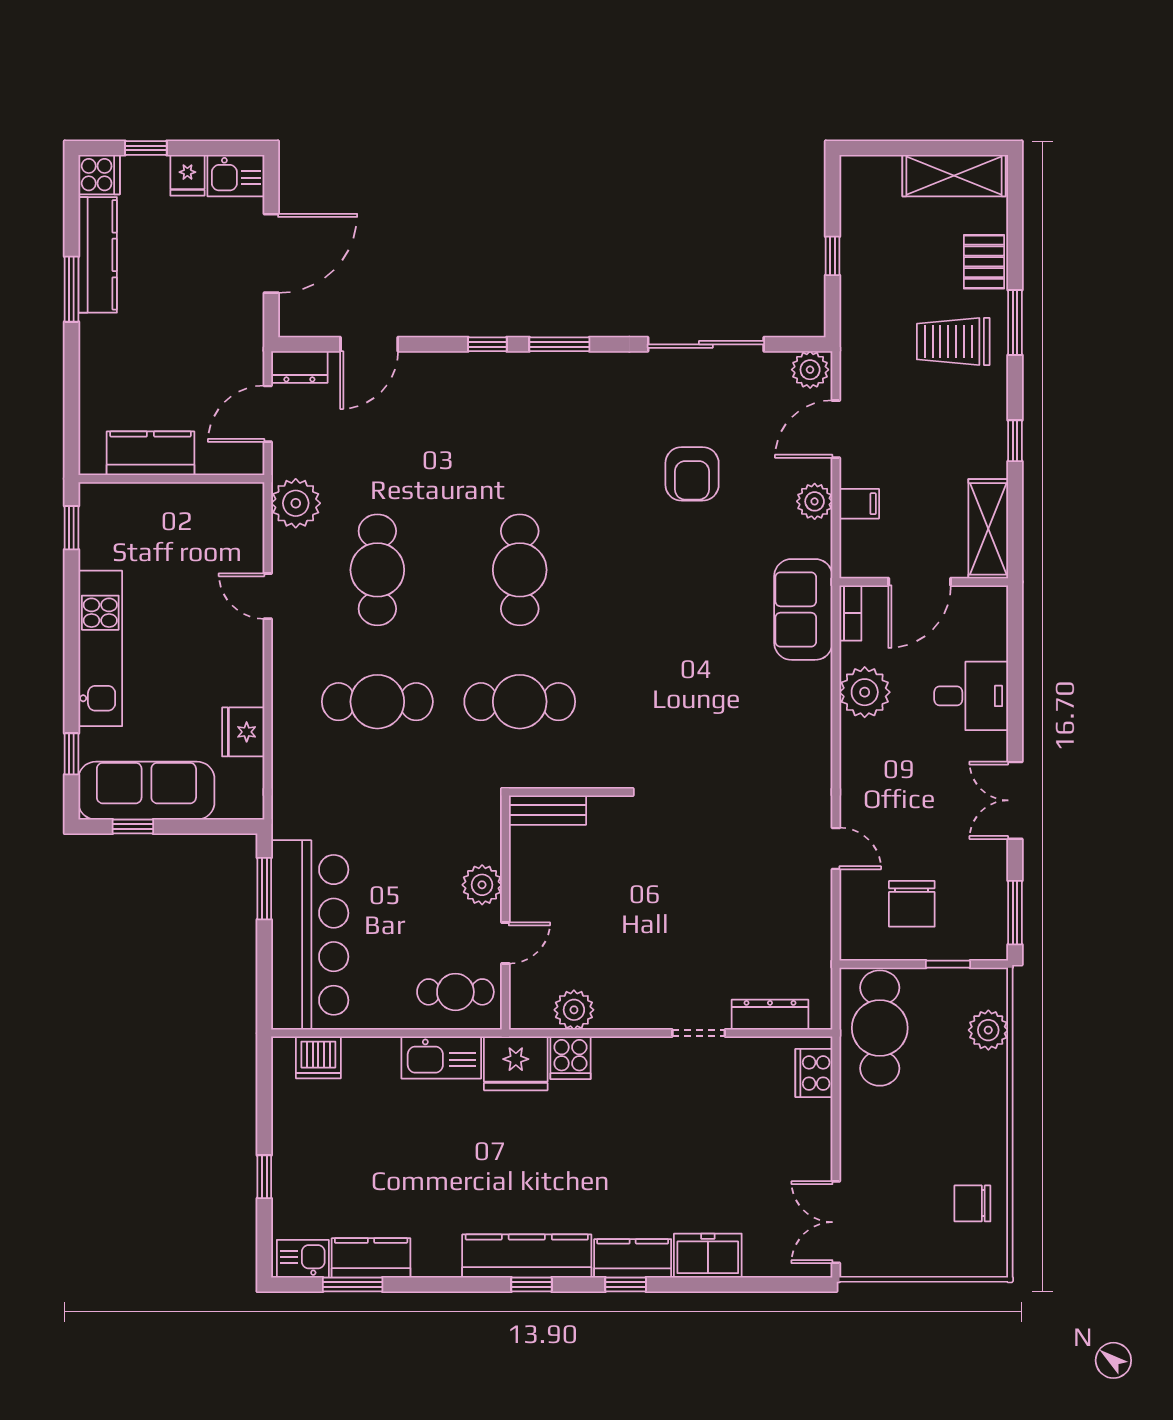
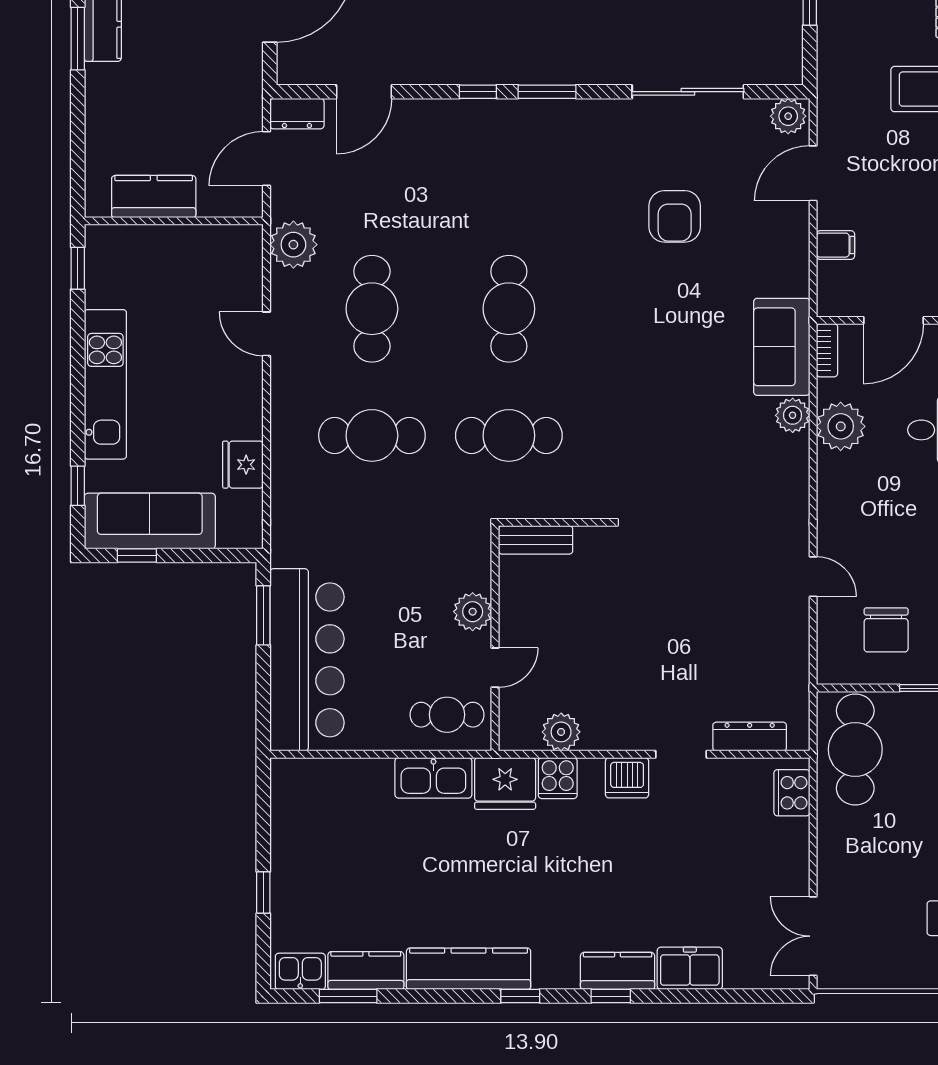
plant: (815, 501) -> (793, 415), moved
dishwasher: (318, 1057) -> (627, 778), moved
kitchen counter: (527, 1256) -> (469, 969), moved

